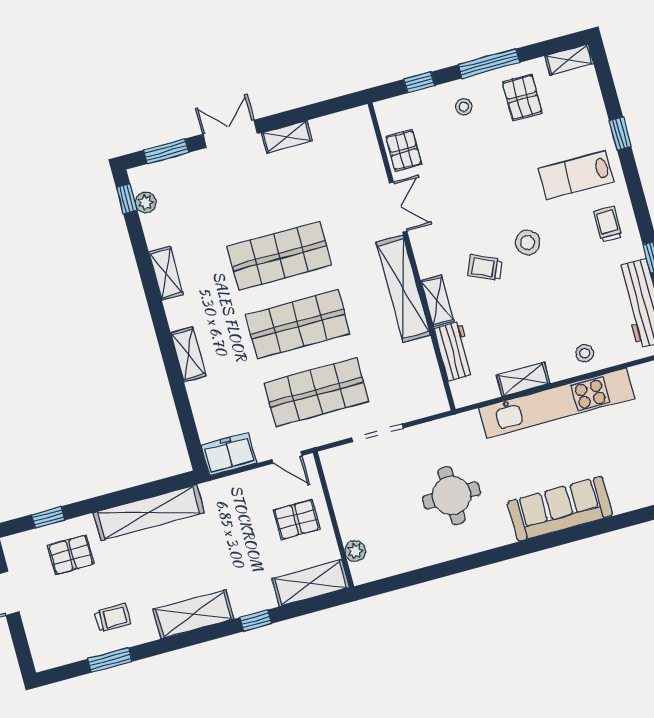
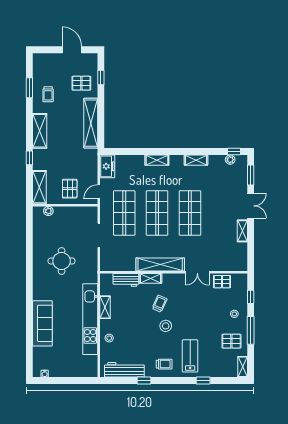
sofa: (560, 509) -> (42, 323), moved
pallet: (71, 555) -> (81, 83), turned 90

